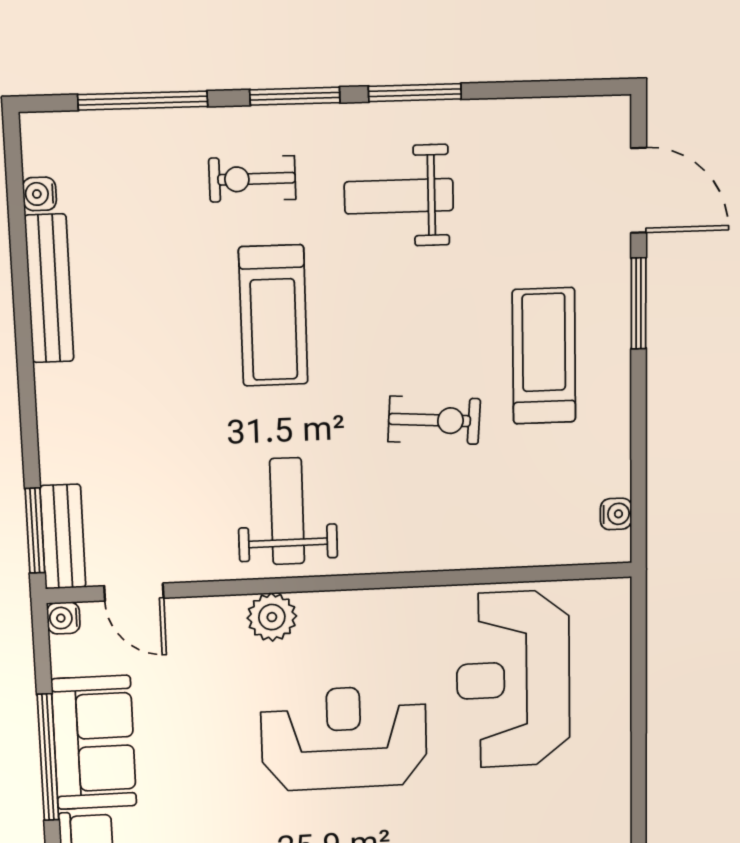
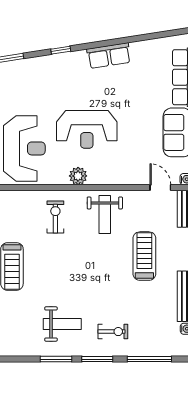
treadmill: (273, 316) -> (144, 256), moved
exercise bike: (434, 420) -> (55, 217), moved, turned 86
plant: (272, 617) -> (78, 176), moved

